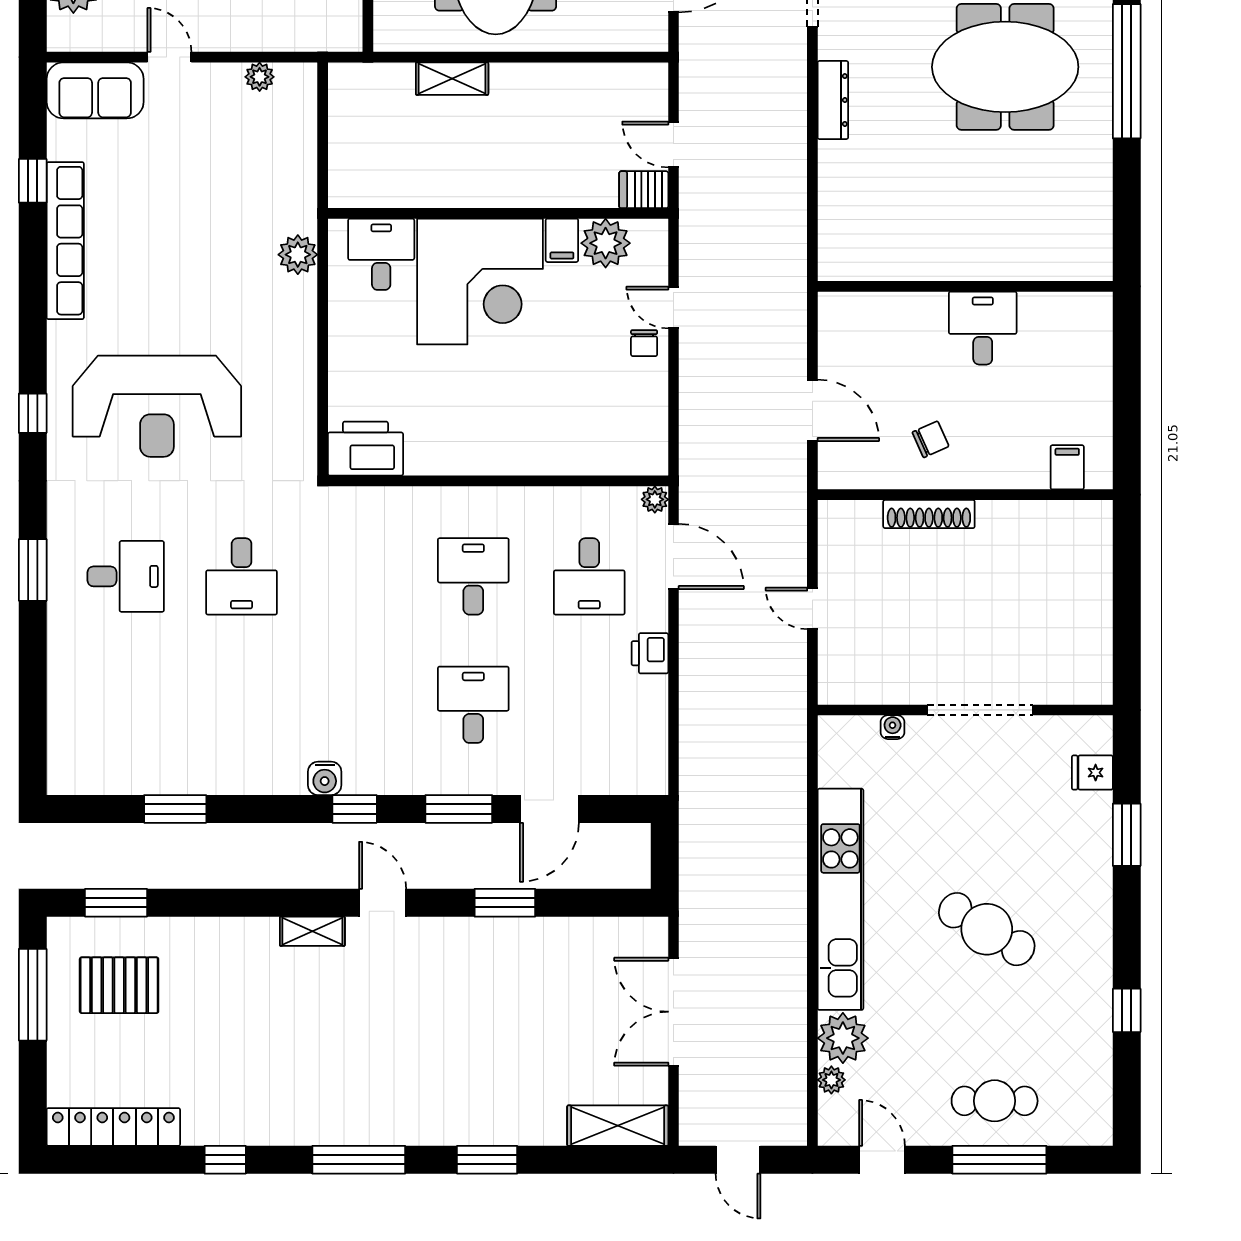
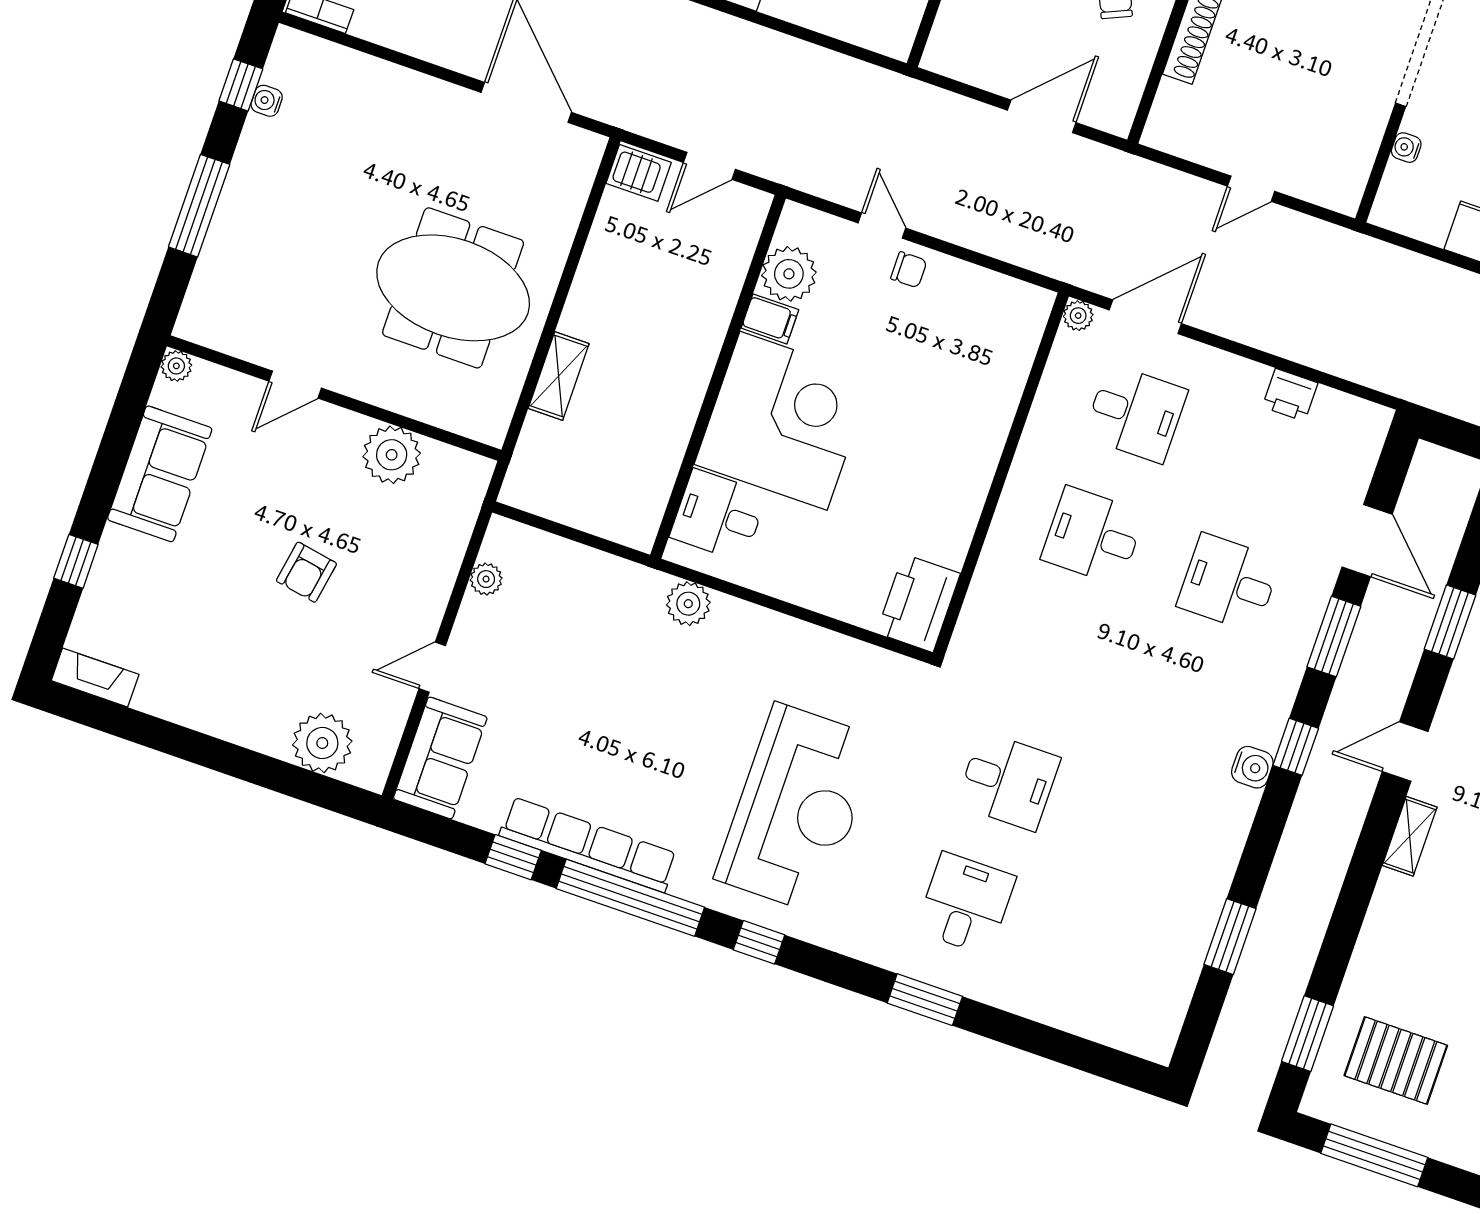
server rack: (644, 190) -> (639, 173), moved, turned -90
window: (33, 292) -> (630, 898), added
door: (673, 308) -> (882, 226), swing flipped
printer: (650, 653) -> (1290, 395), moved
pallet: (119, 985) -> (1396, 1061), turned 90

